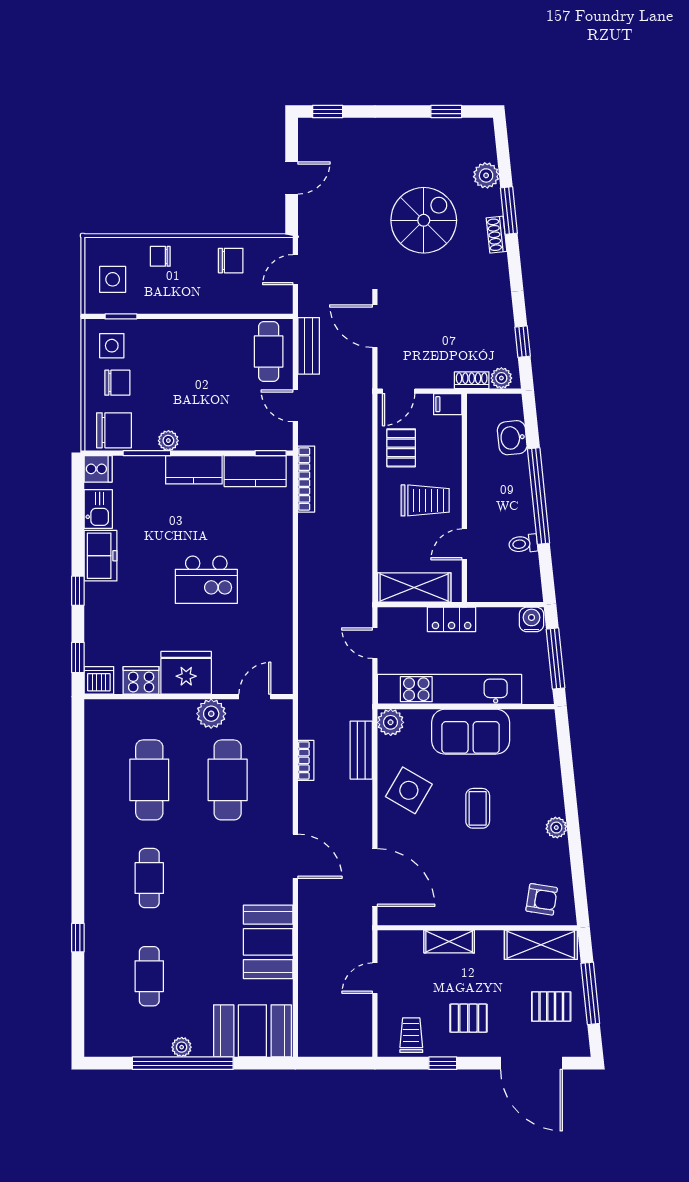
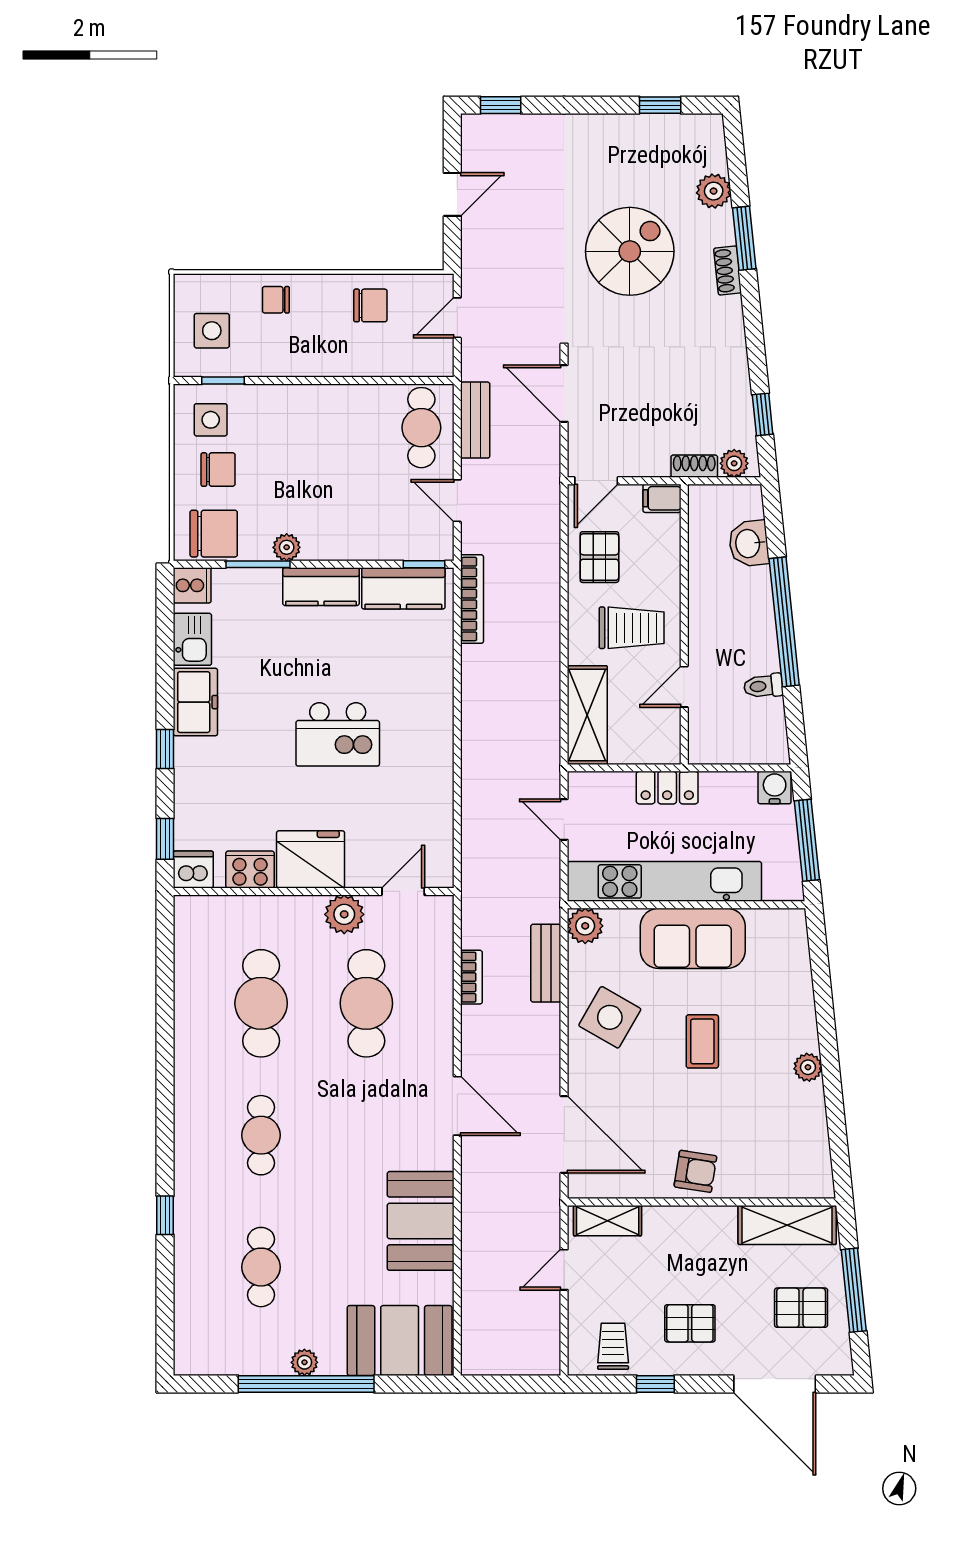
shelving: (414, 588) -> (587, 715), moved, turned 90
armchair: (542, 899) -> (695, 1171), moved
shelving: (449, 942) -> (608, 1221), moved

